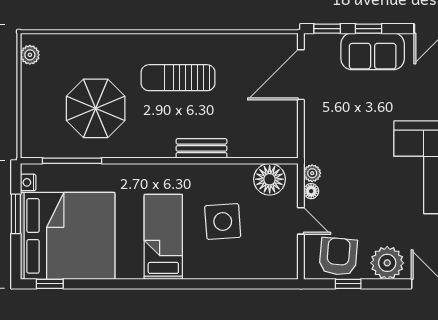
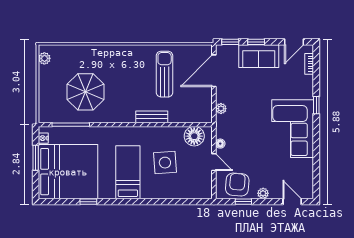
sun lounger: (178, 78) -> (165, 74), moved, turned 90
plant: (312, 173) -> (221, 109), moved
plant: (387, 263) -> (263, 193), width x0.53, depth x0.53
window: (50, 284) -> (88, 202), moved

